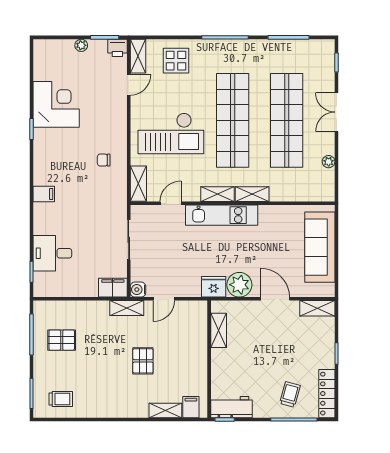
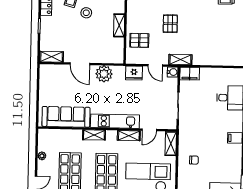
shelving: (218, 194) -> (129, 136), moved
sofa: (320, 247) -> (66, 117), moved, turned -90
fridge: (214, 287) -> (134, 73), moved
door: (164, 299) -> (155, 65), swing flipped
shelving: (219, 330) -> (119, 25), moved
pallet: (62, 340) -> (139, 40), moved
stool: (267, 374) -> (86, 13), added

